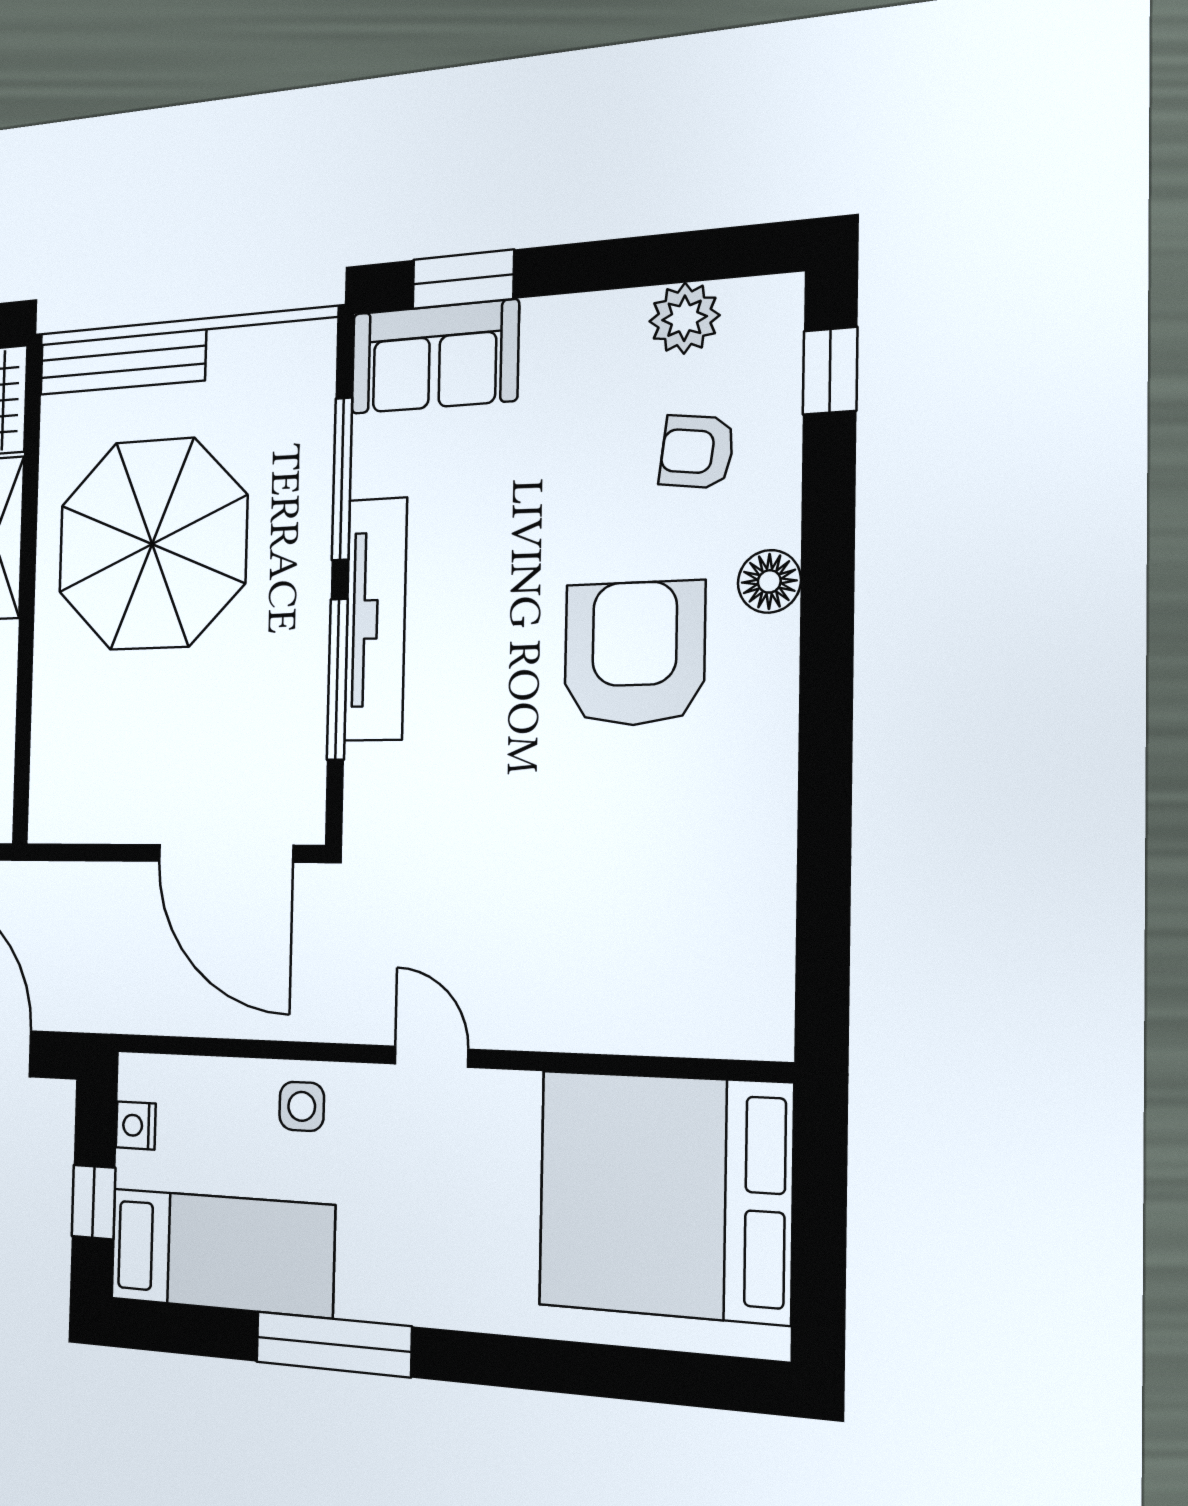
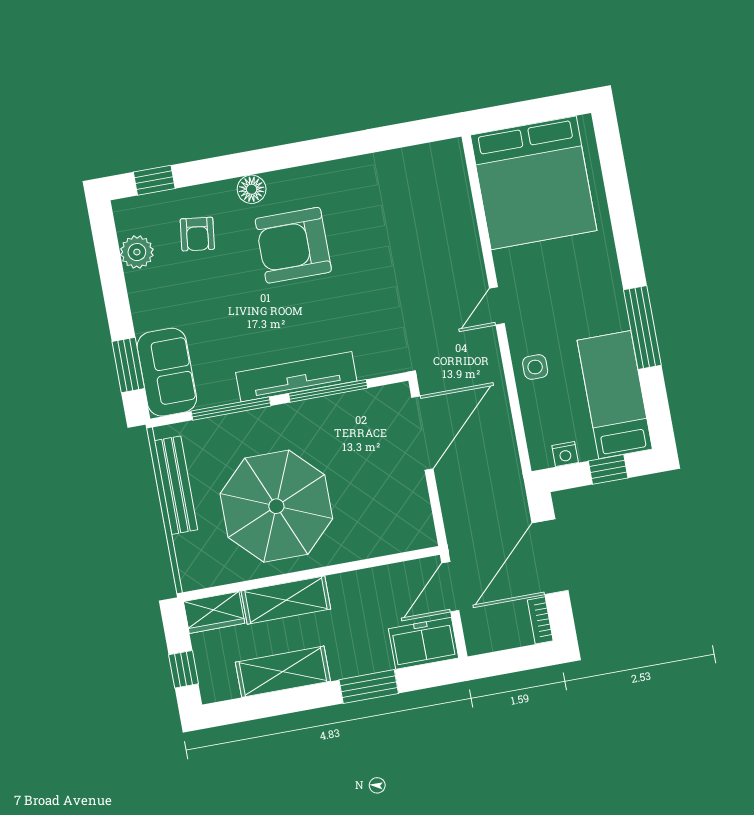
bench: (122, 362) -> (176, 485), moved

